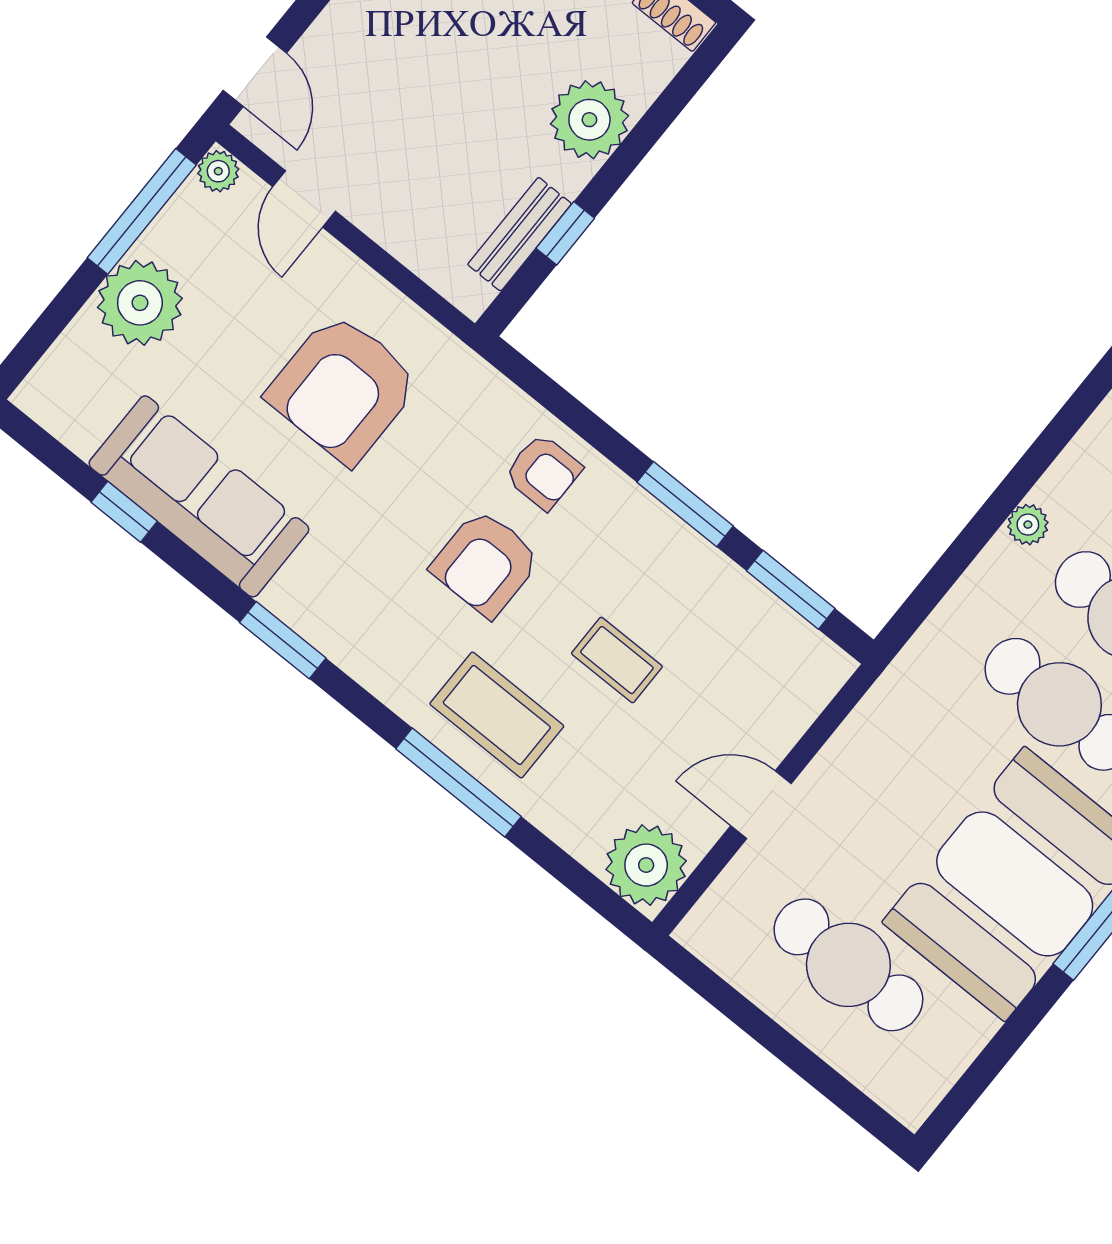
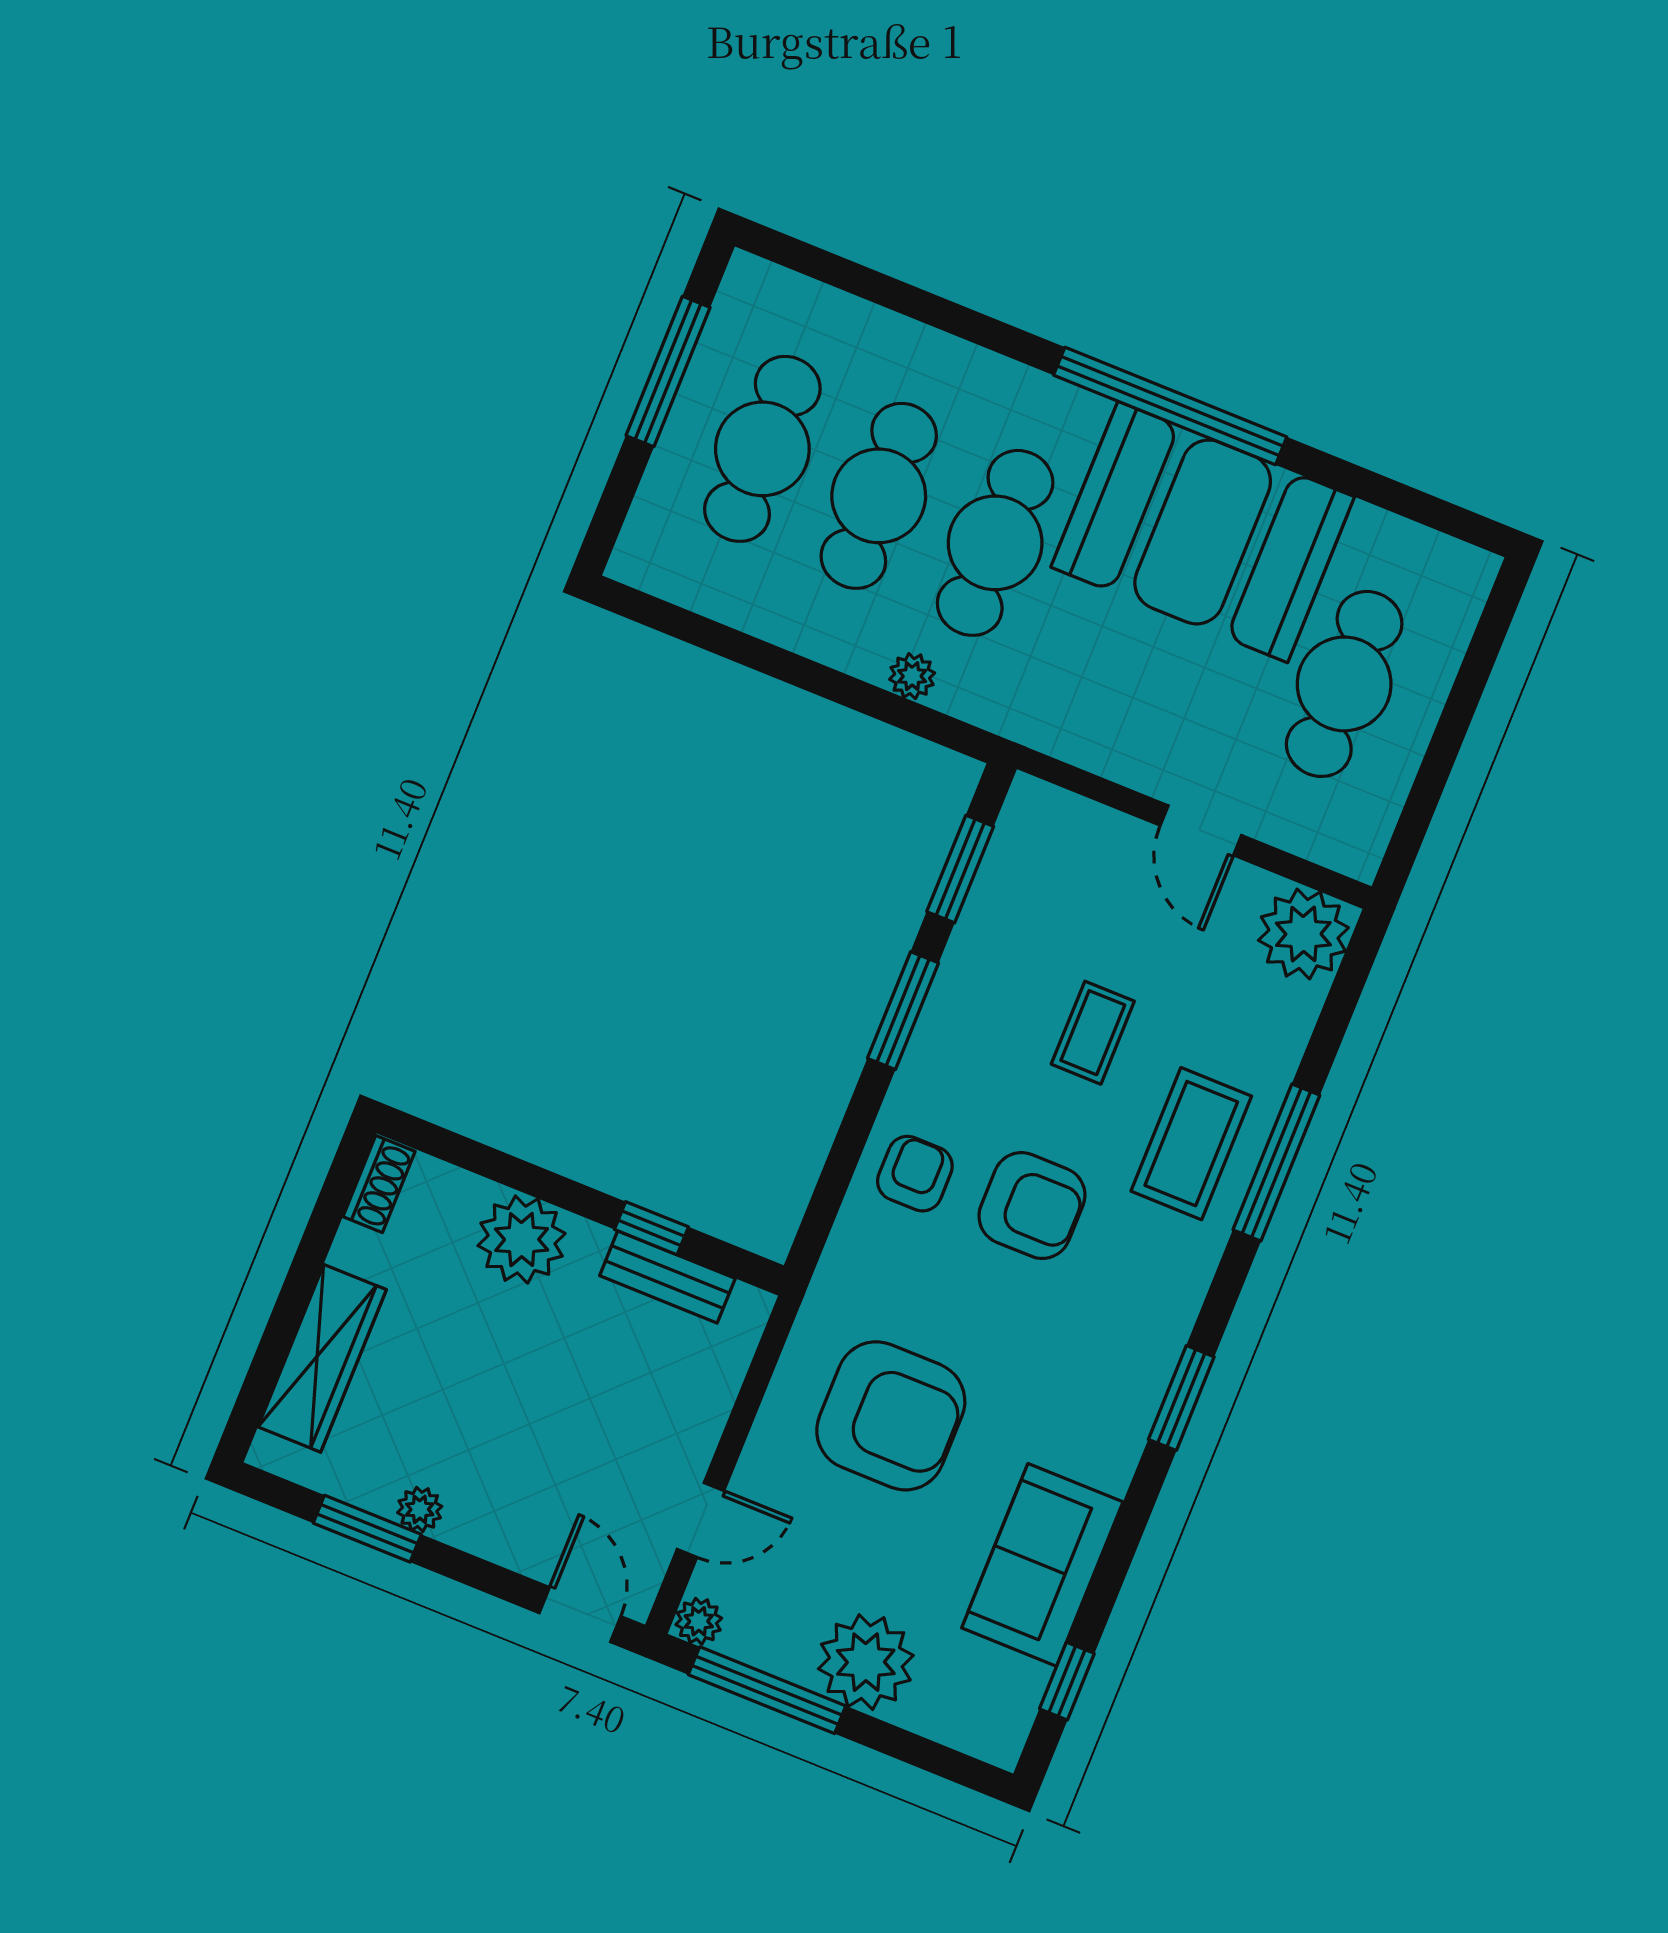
door: (255, 72) -> (580, 1615), hinge flipped
sofa: (199, 496) -> (1042, 1565), width x0.73
window: (124, 512) -> (1067, 1681), moved
plant: (1028, 525) -> (912, 676), moved

